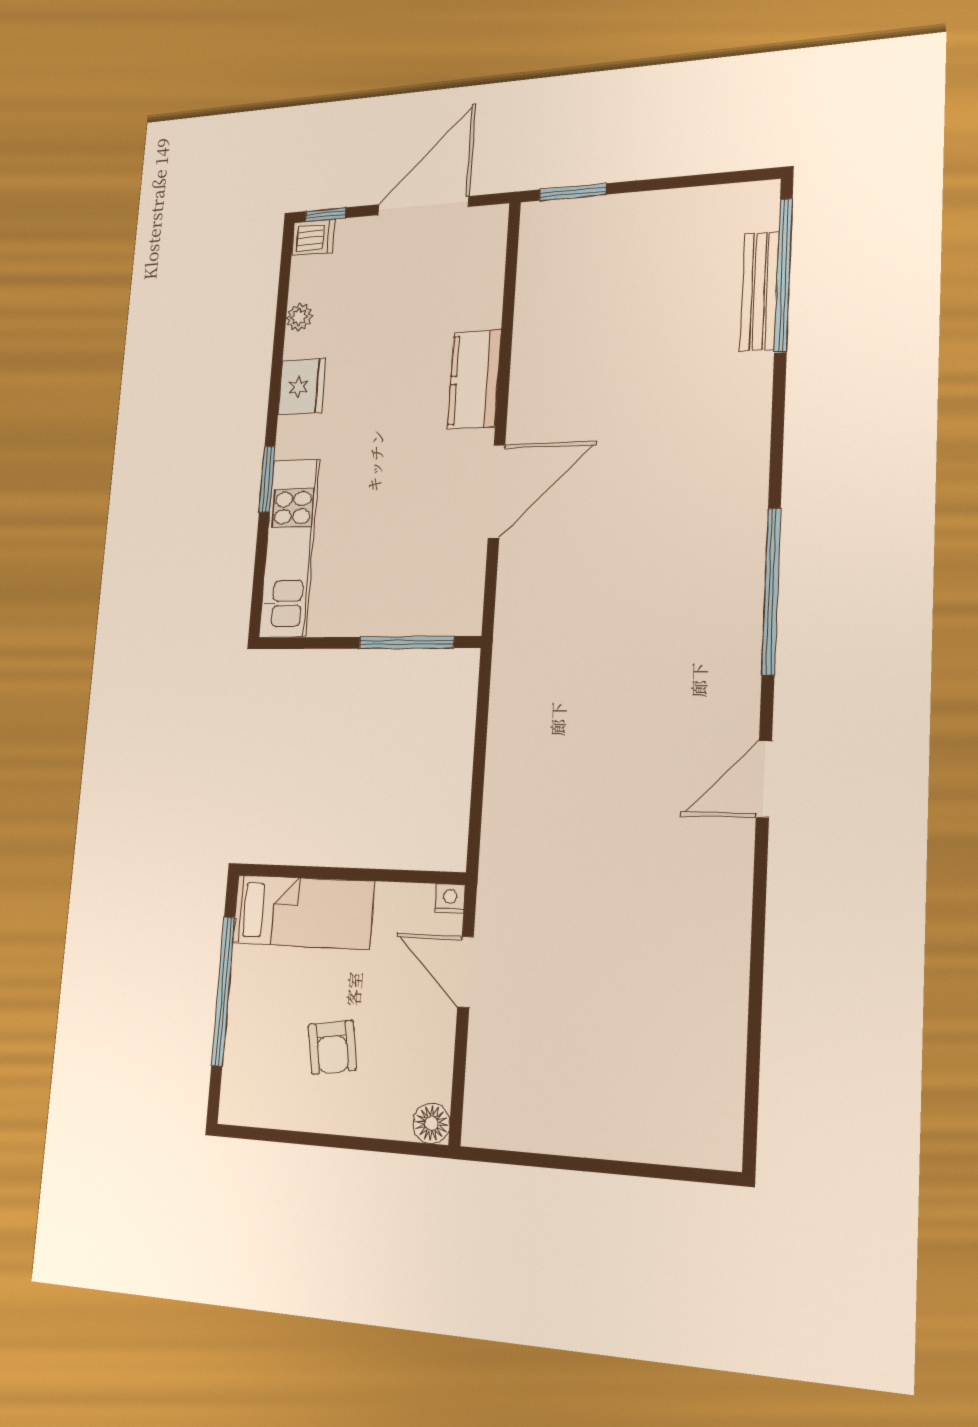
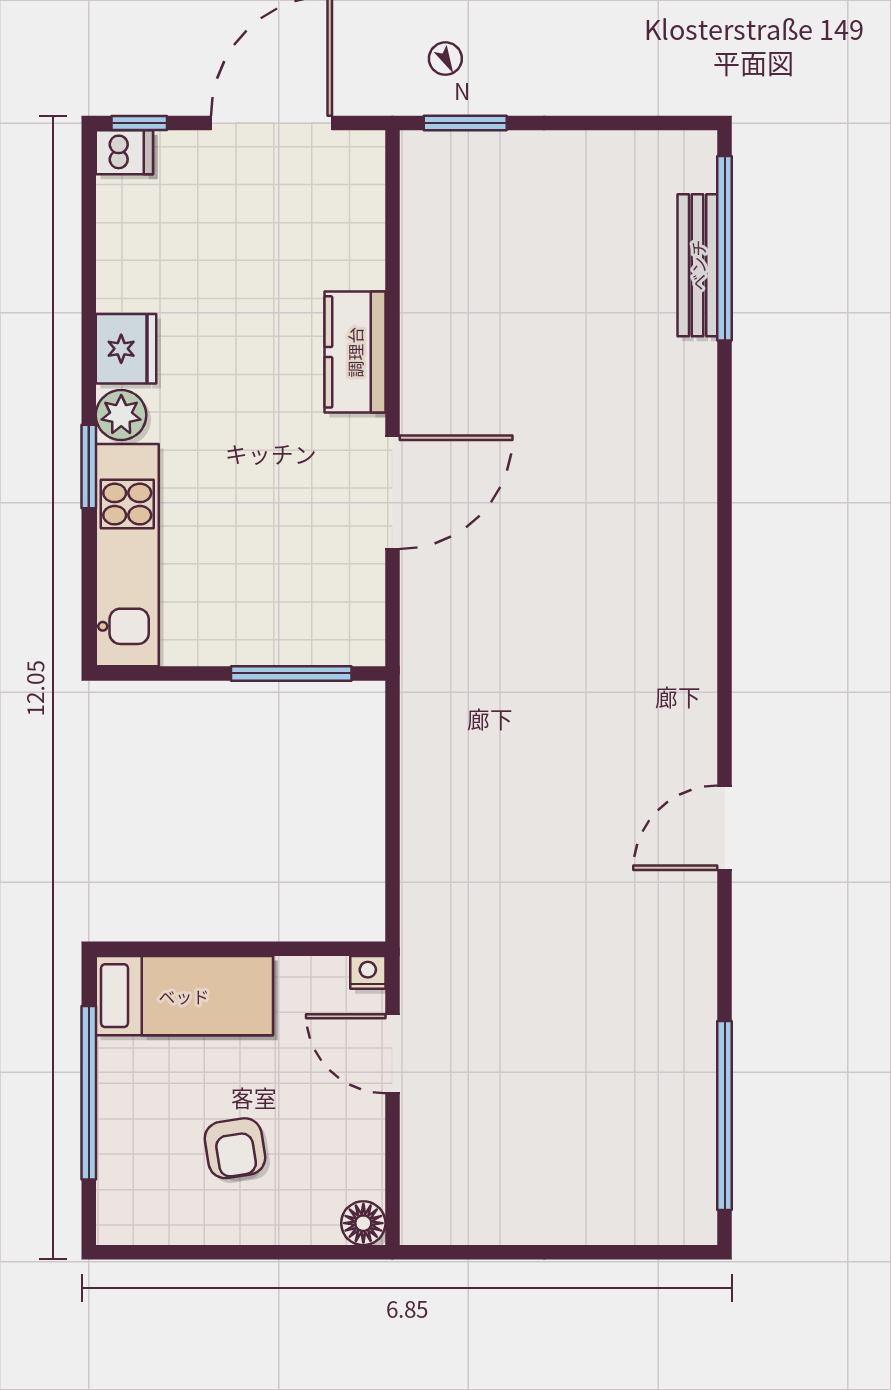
plant: (299, 317) -> (121, 415), moved, width x1.38, depth x1.38
window: (771, 591) -> (725, 1116), moved

